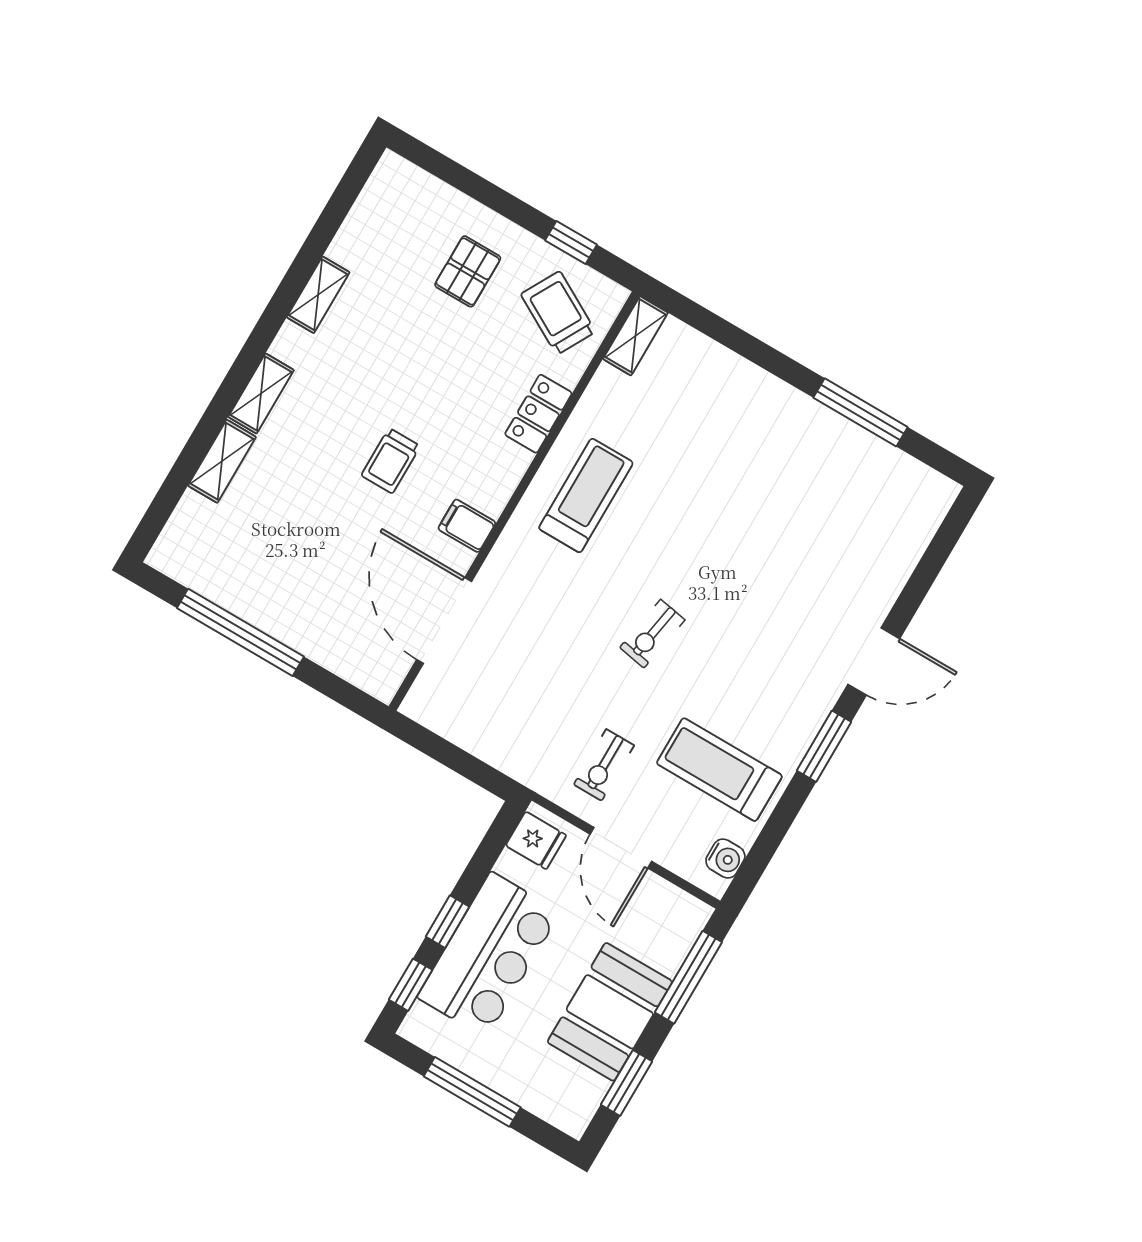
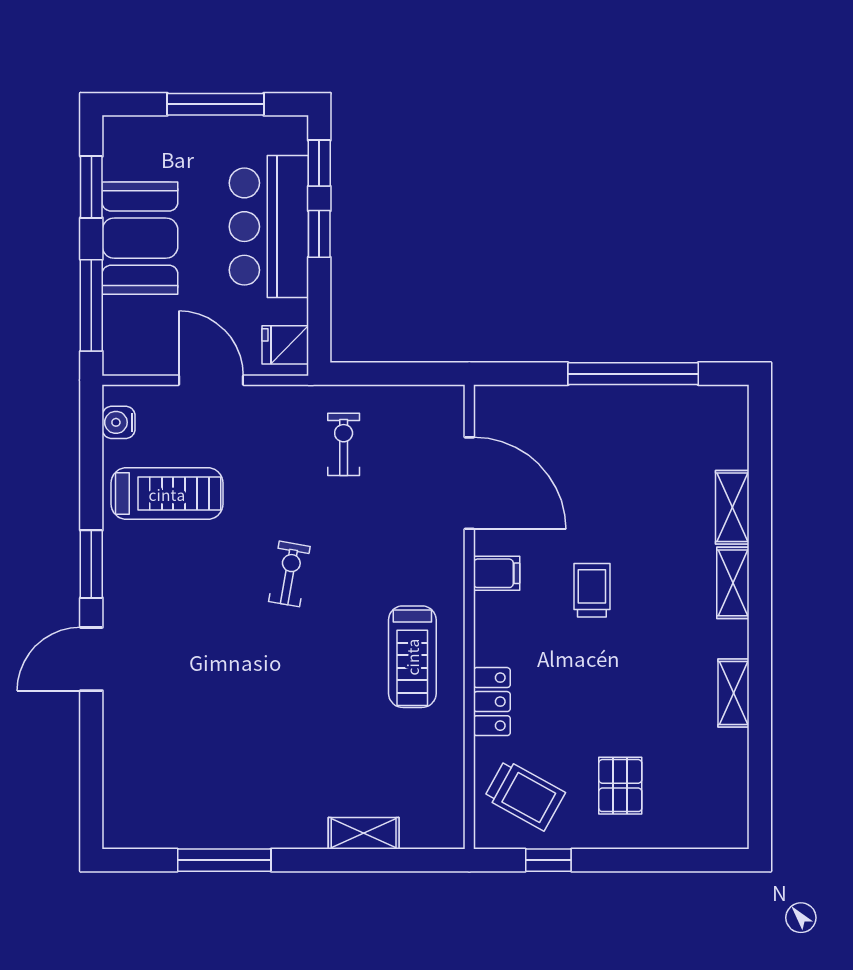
shelving: (635, 336) -> (364, 833), moved, turned 90
exercise bike: (604, 765) -> (344, 444), moved

